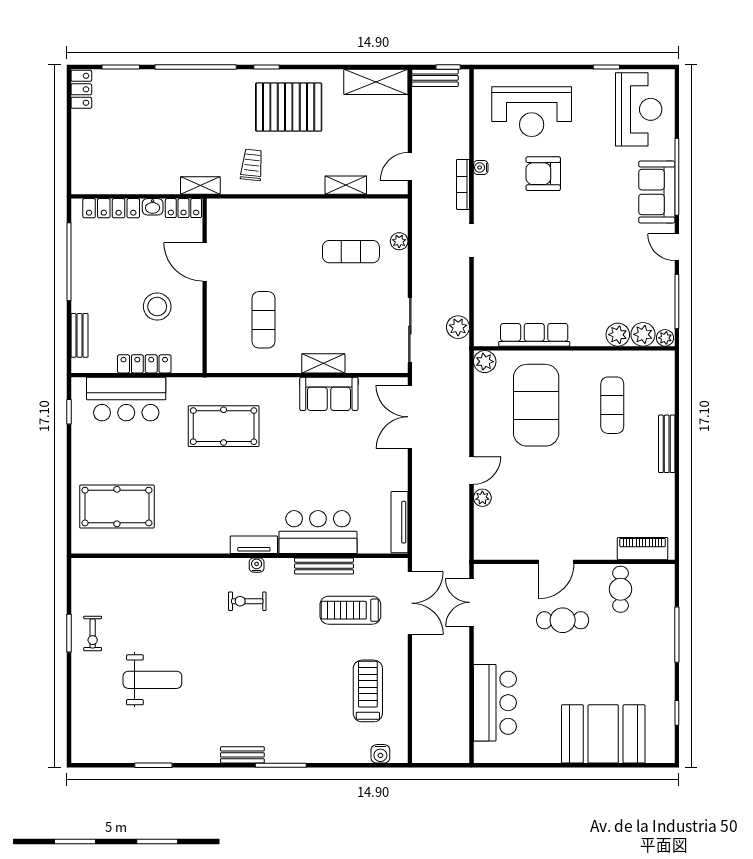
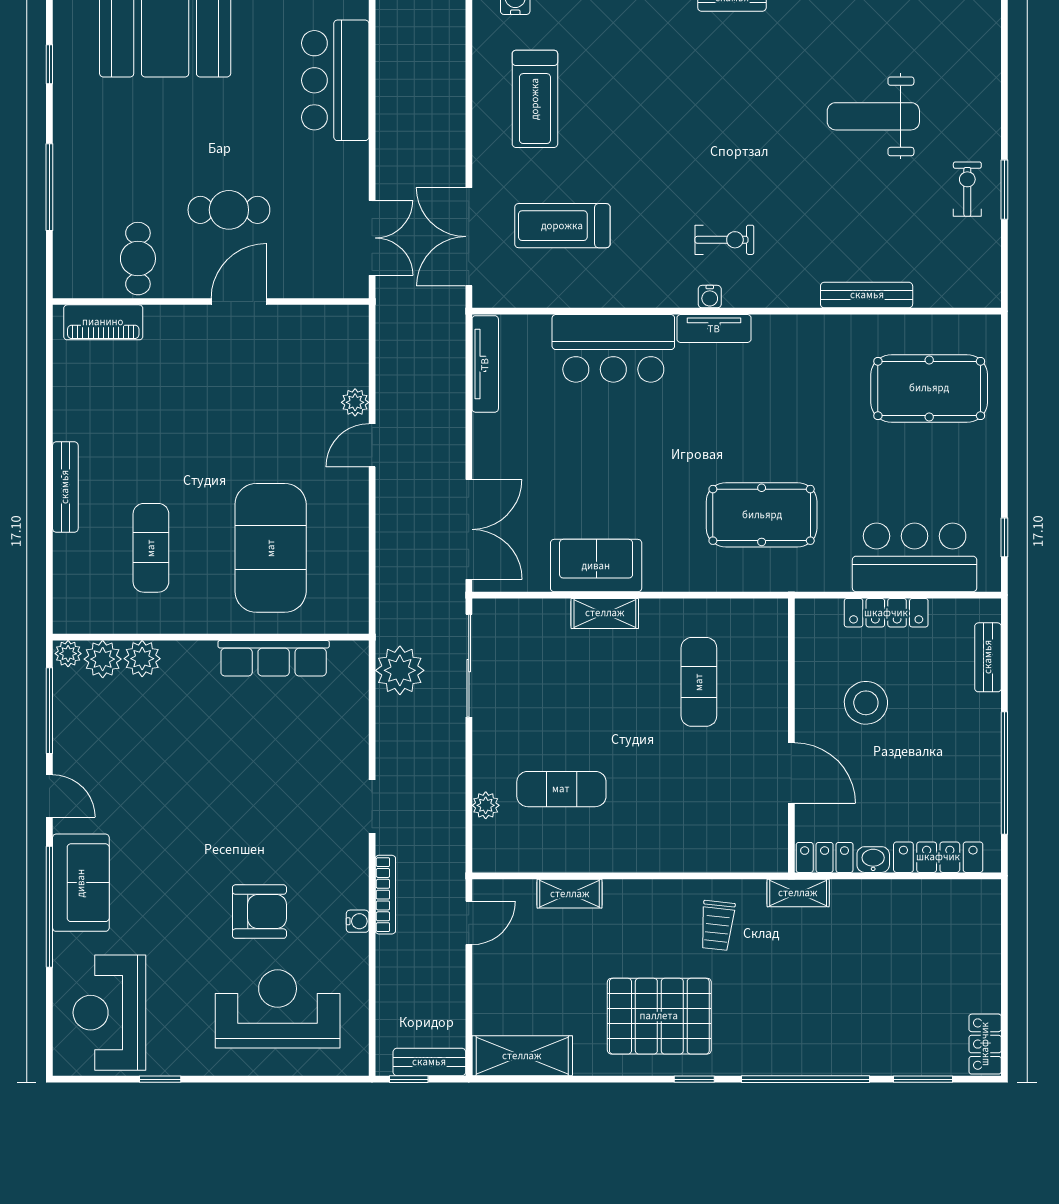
plant: (458, 327) -> (400, 670), width x1.36, depth x1.36
plant: (485, 362) -> (351, 616), removed
bench: (324, 566) -> (867, 295), moved
treadmill: (350, 610) -> (562, 226), turned 180

